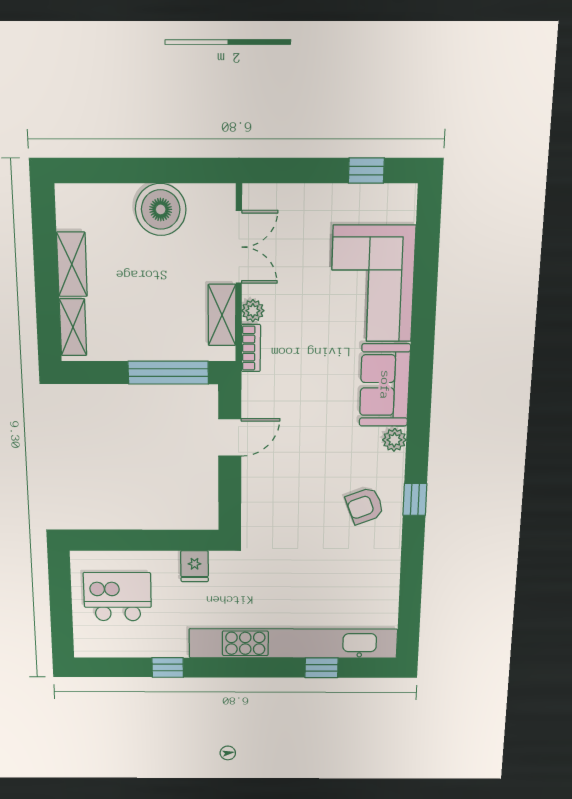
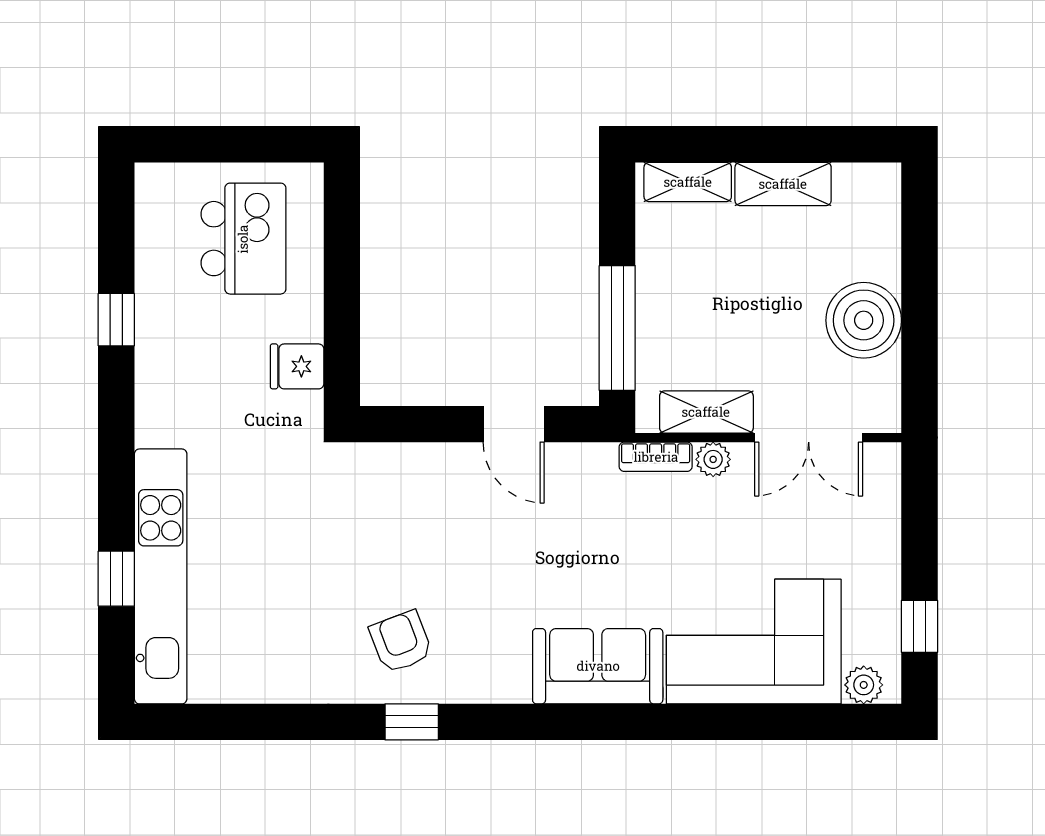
plant: (394, 440) -> (864, 685), moved
kitchen unit: (293, 643) -> (161, 576), width x0.73

